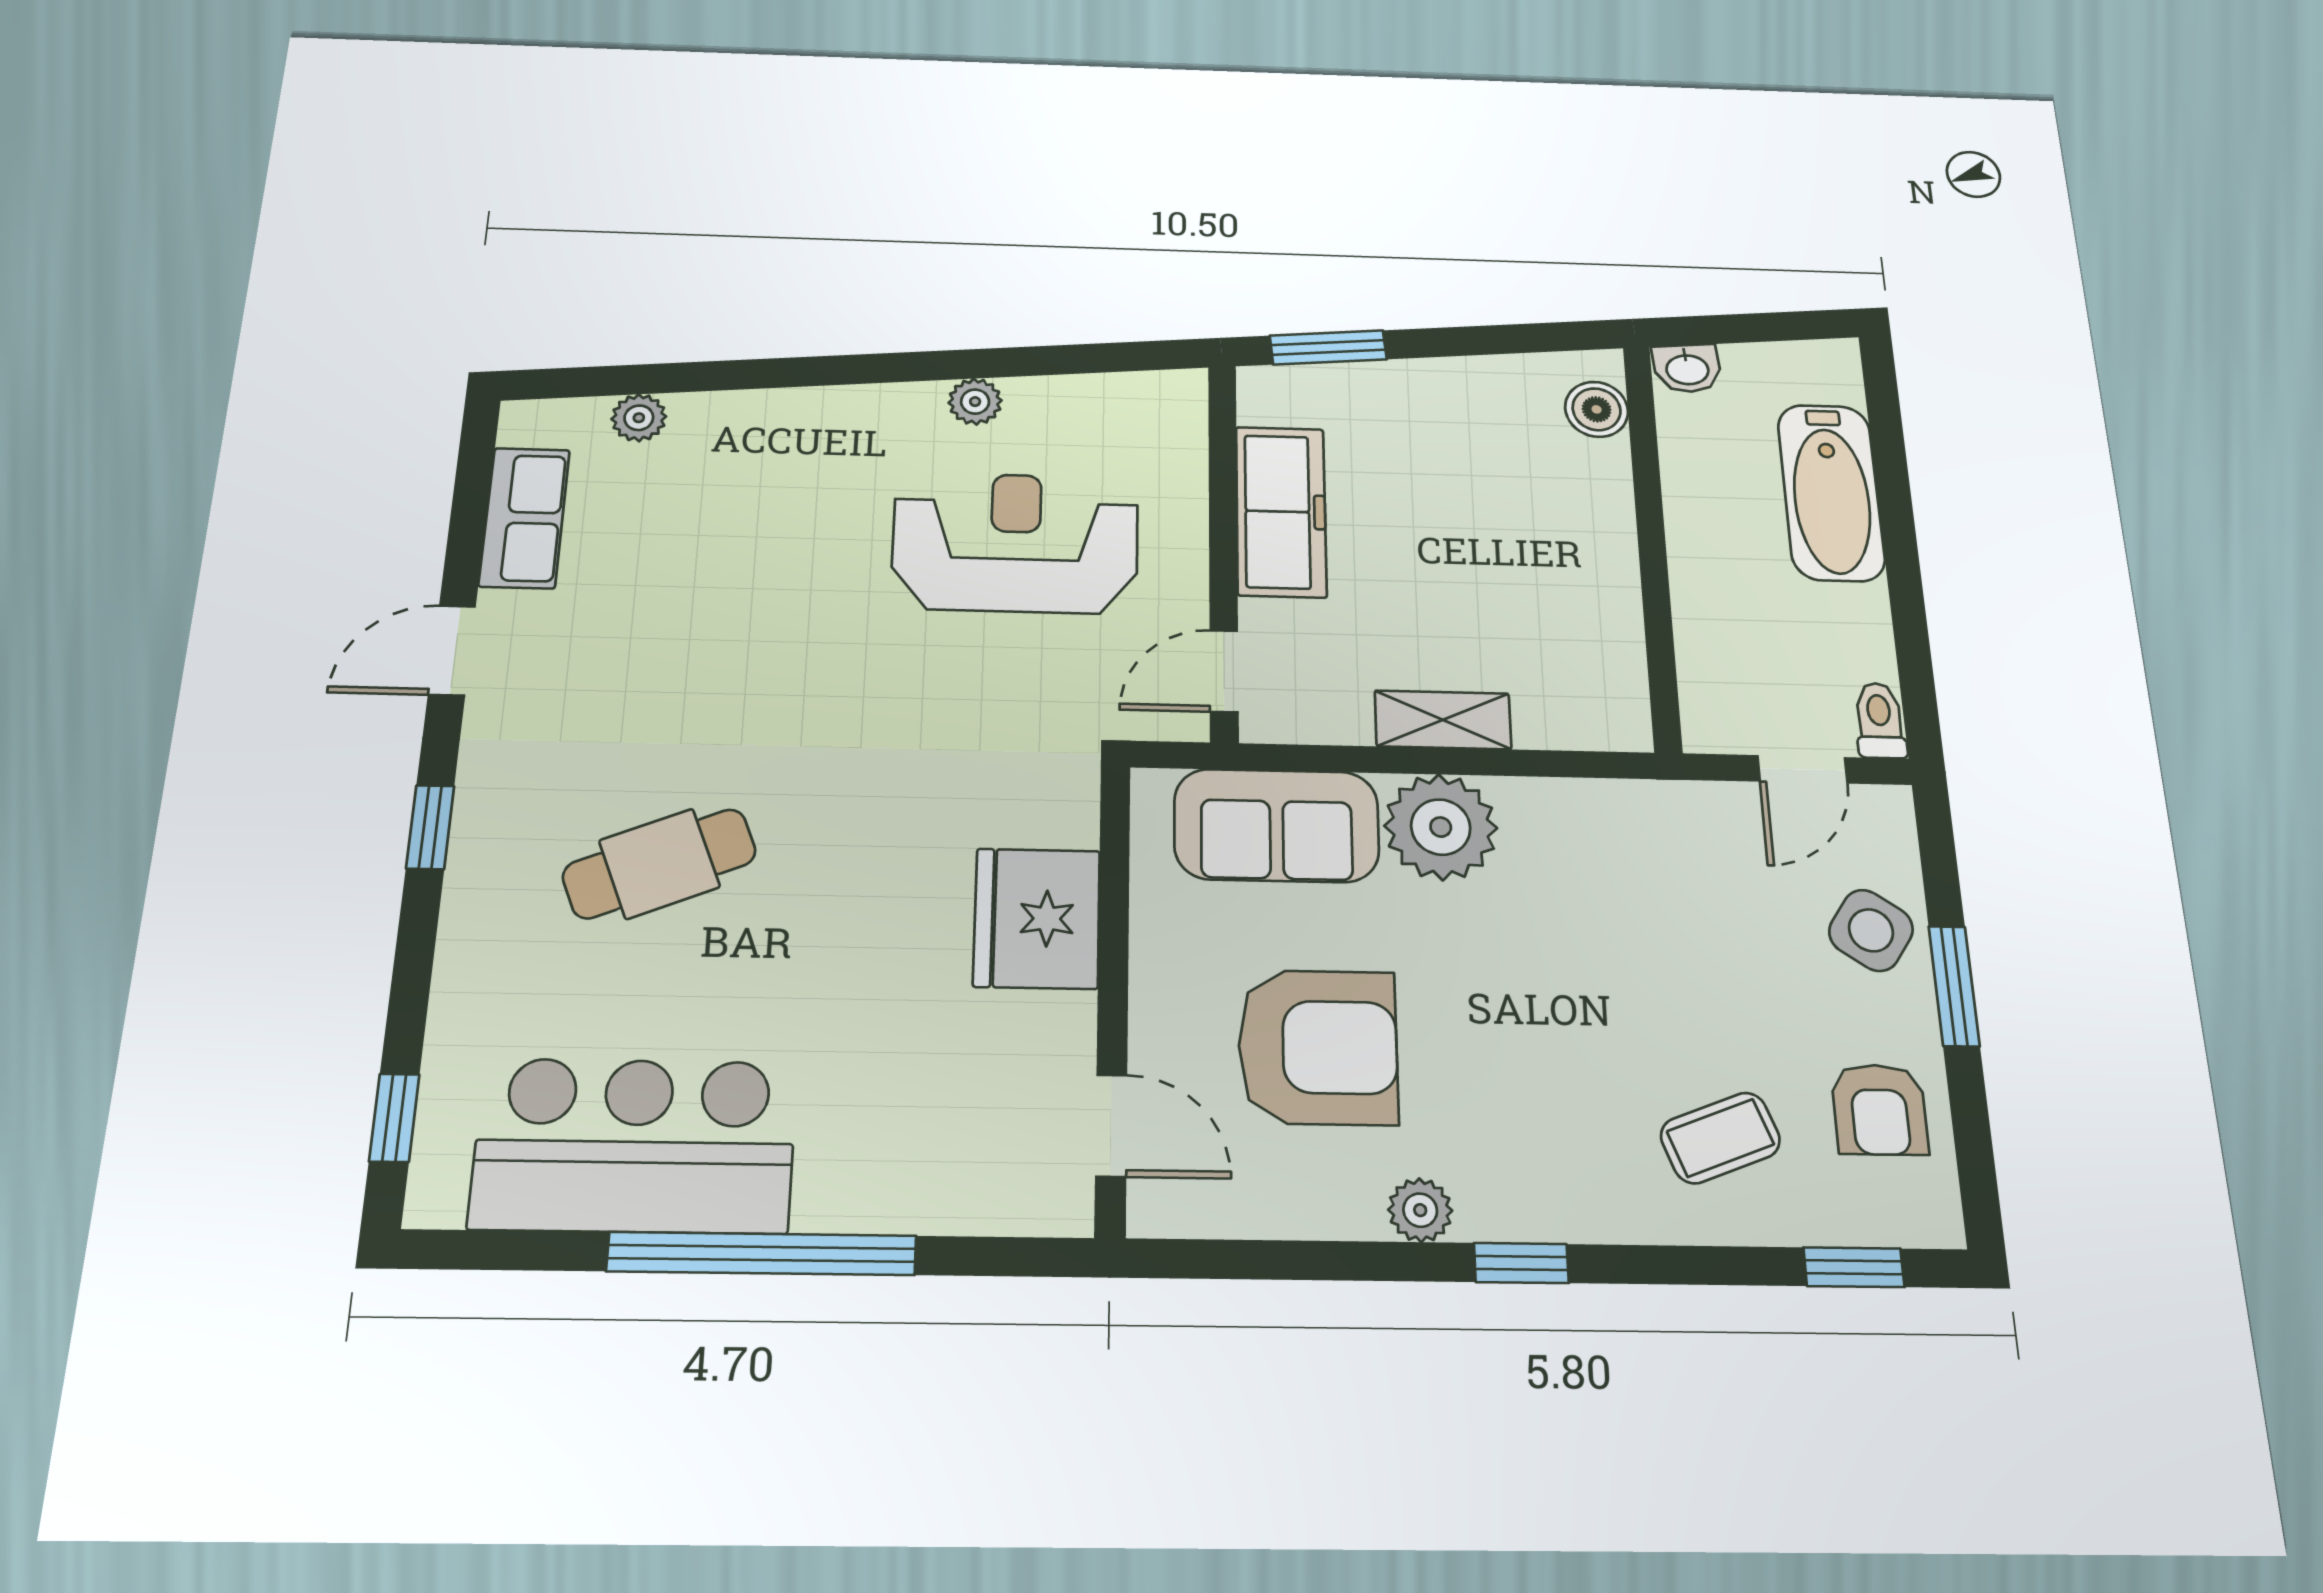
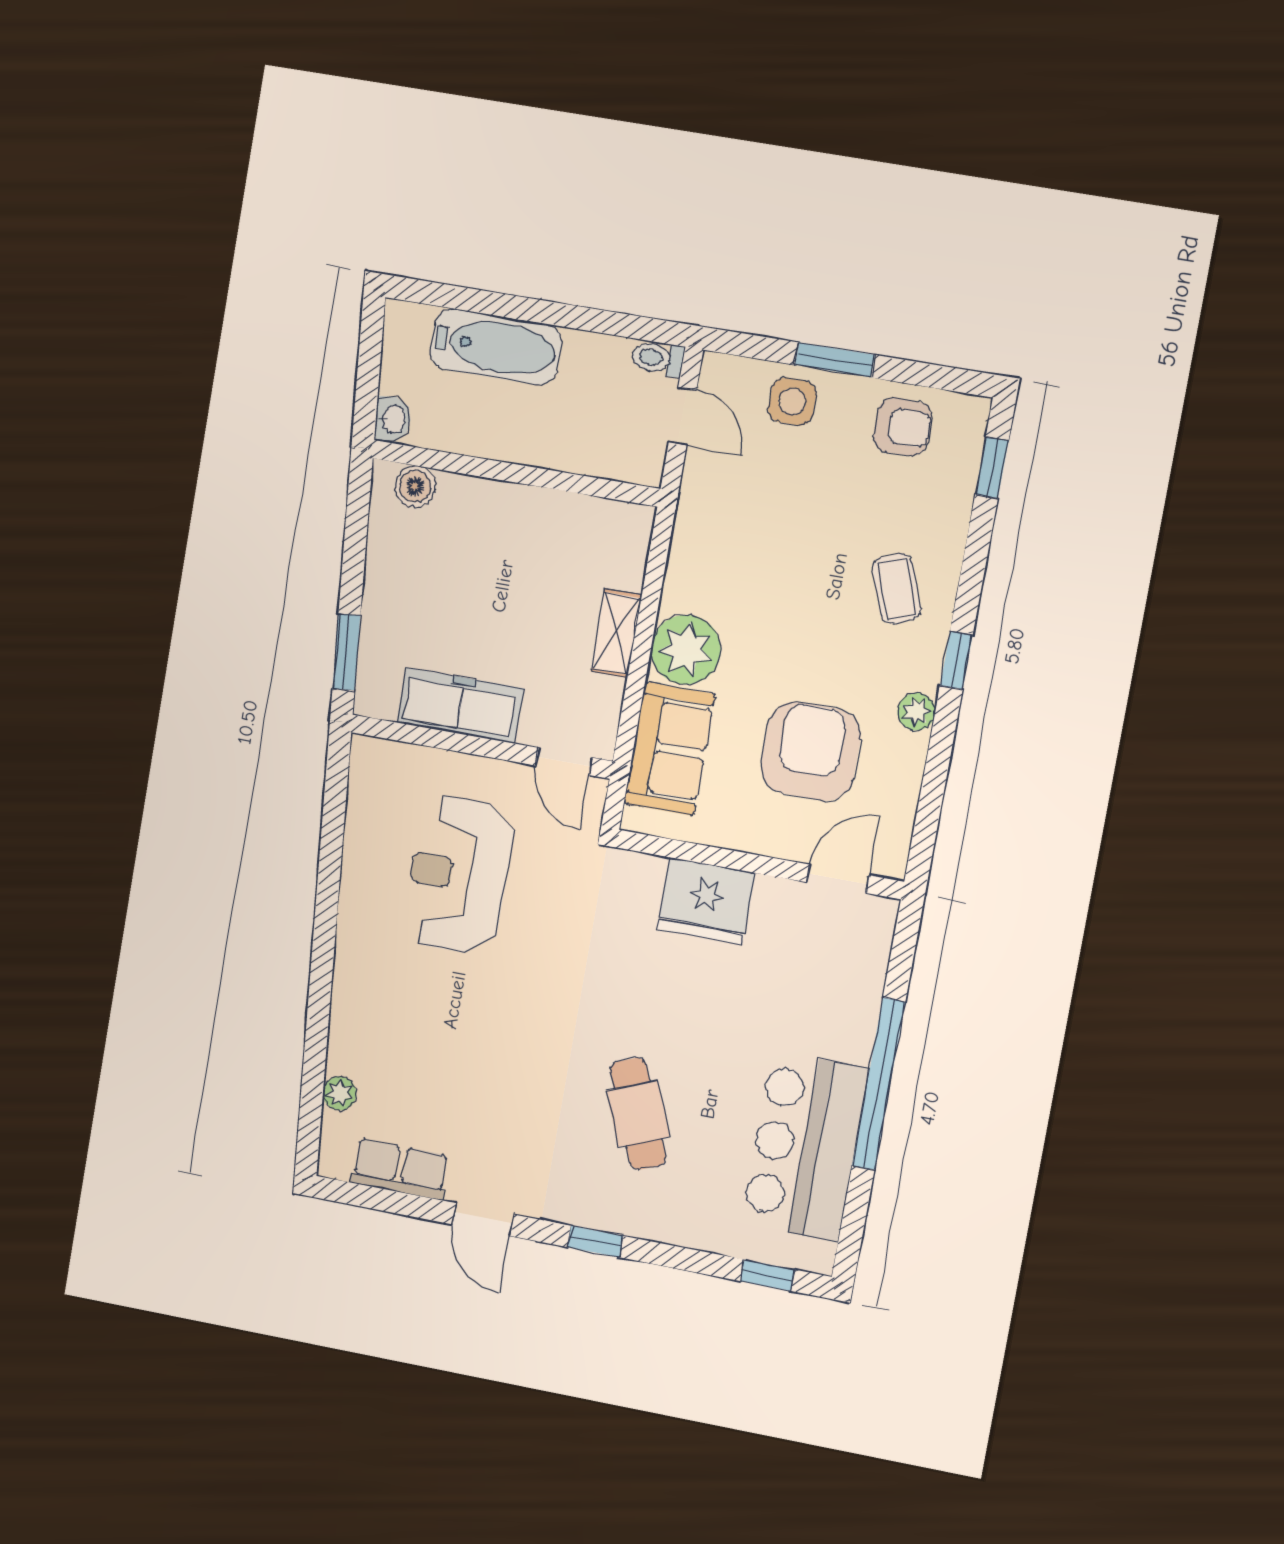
plant: (975, 402) -> (356, 884), removed
side table: (1871, 930) -> (792, 402), turned -34
coffee table: (1720, 1138) -> (897, 589), moved

